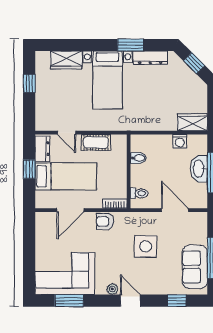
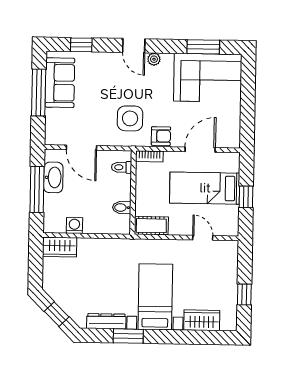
cot: (96, 142) -> (151, 226), moved
dresser: (42, 149) -> (231, 220), removed
washbasin: (199, 169) -> (53, 177), moved
side table: (146, 246) -> (130, 118), moved

